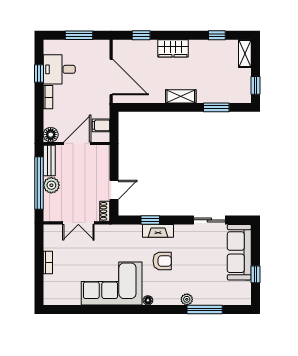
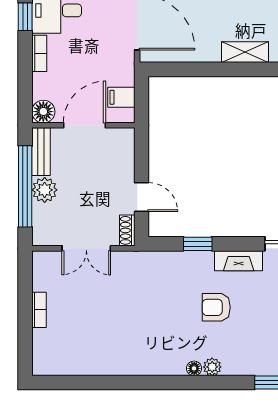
door: (114, 190) -> (142, 197), hinge flipped
fireplace: (158, 231) -> (239, 261), moved
armchair: (162, 261) -> (216, 307), turned 180
corner sofa: (112, 284) -> (138, 342), removed
plant: (187, 299) -> (212, 367), moved

